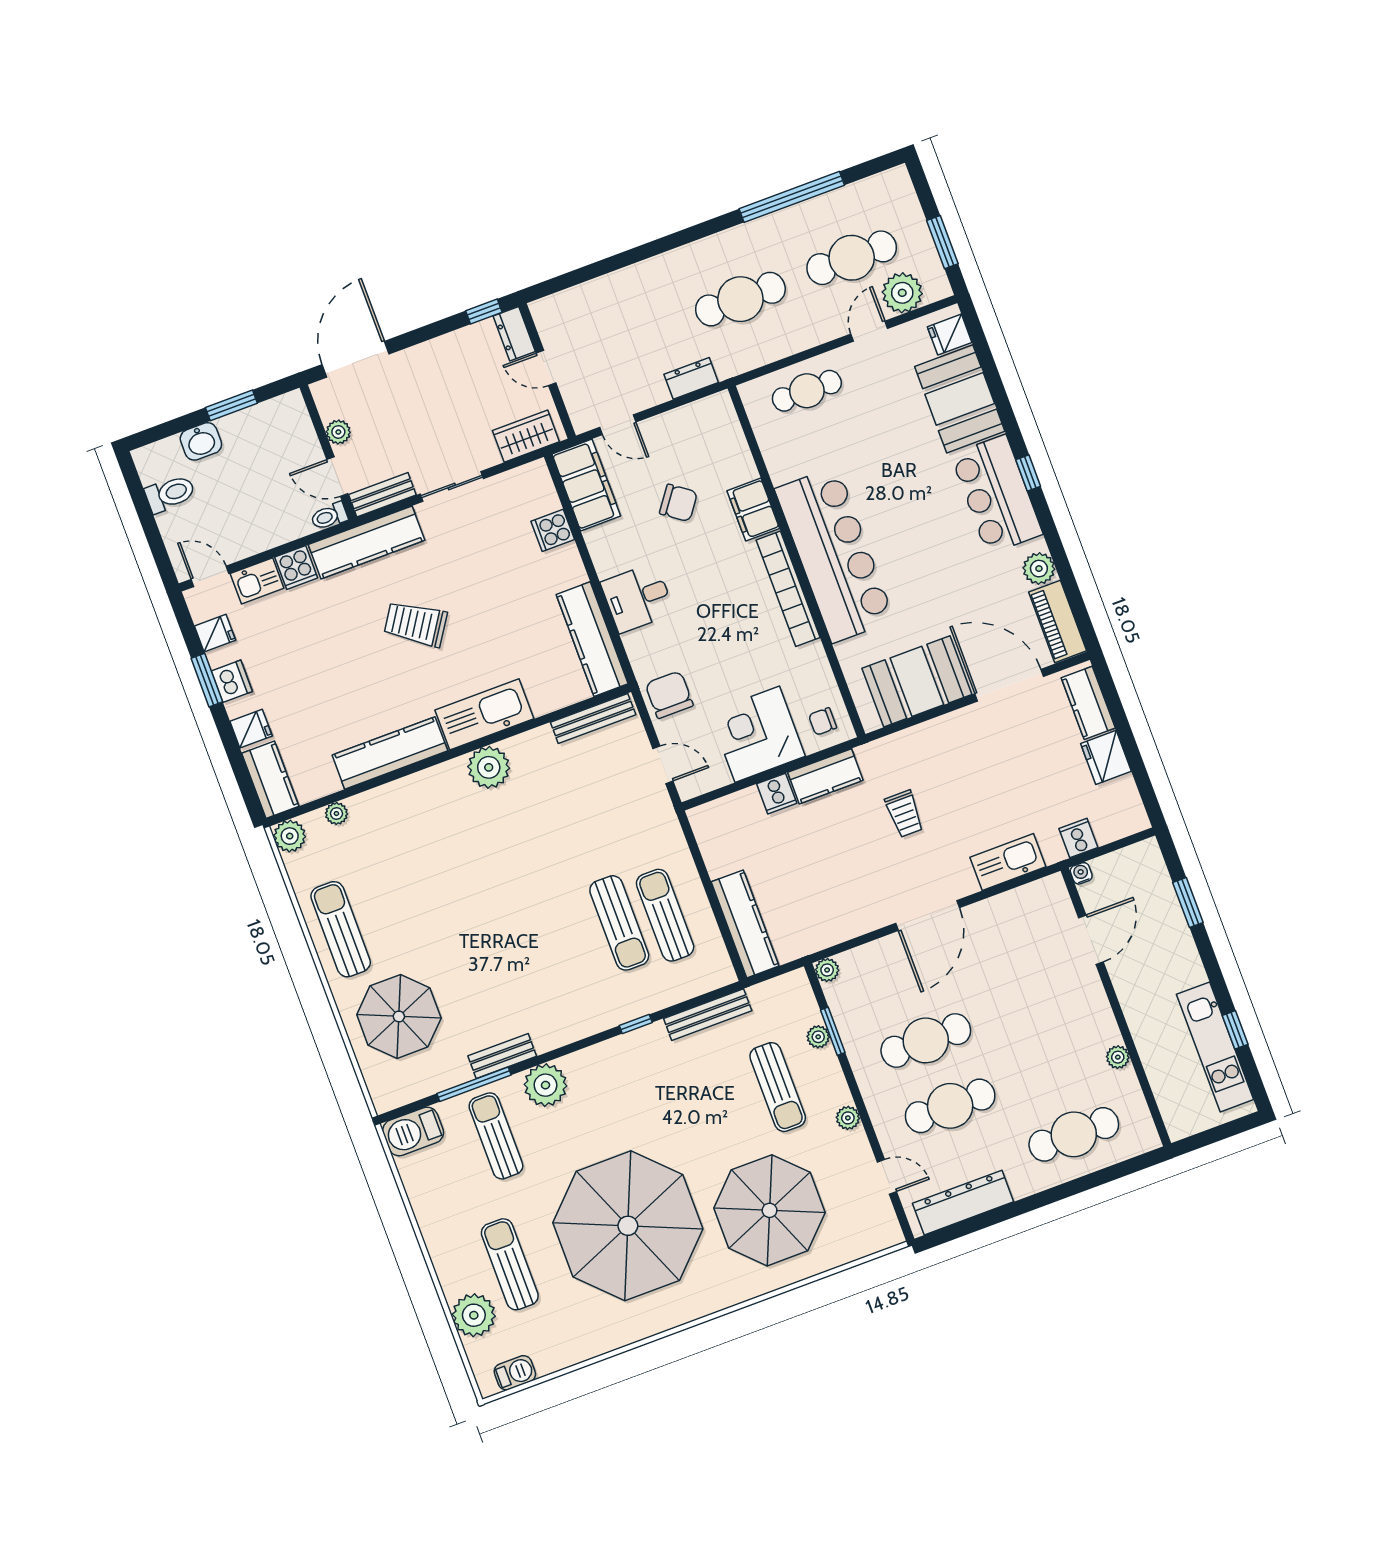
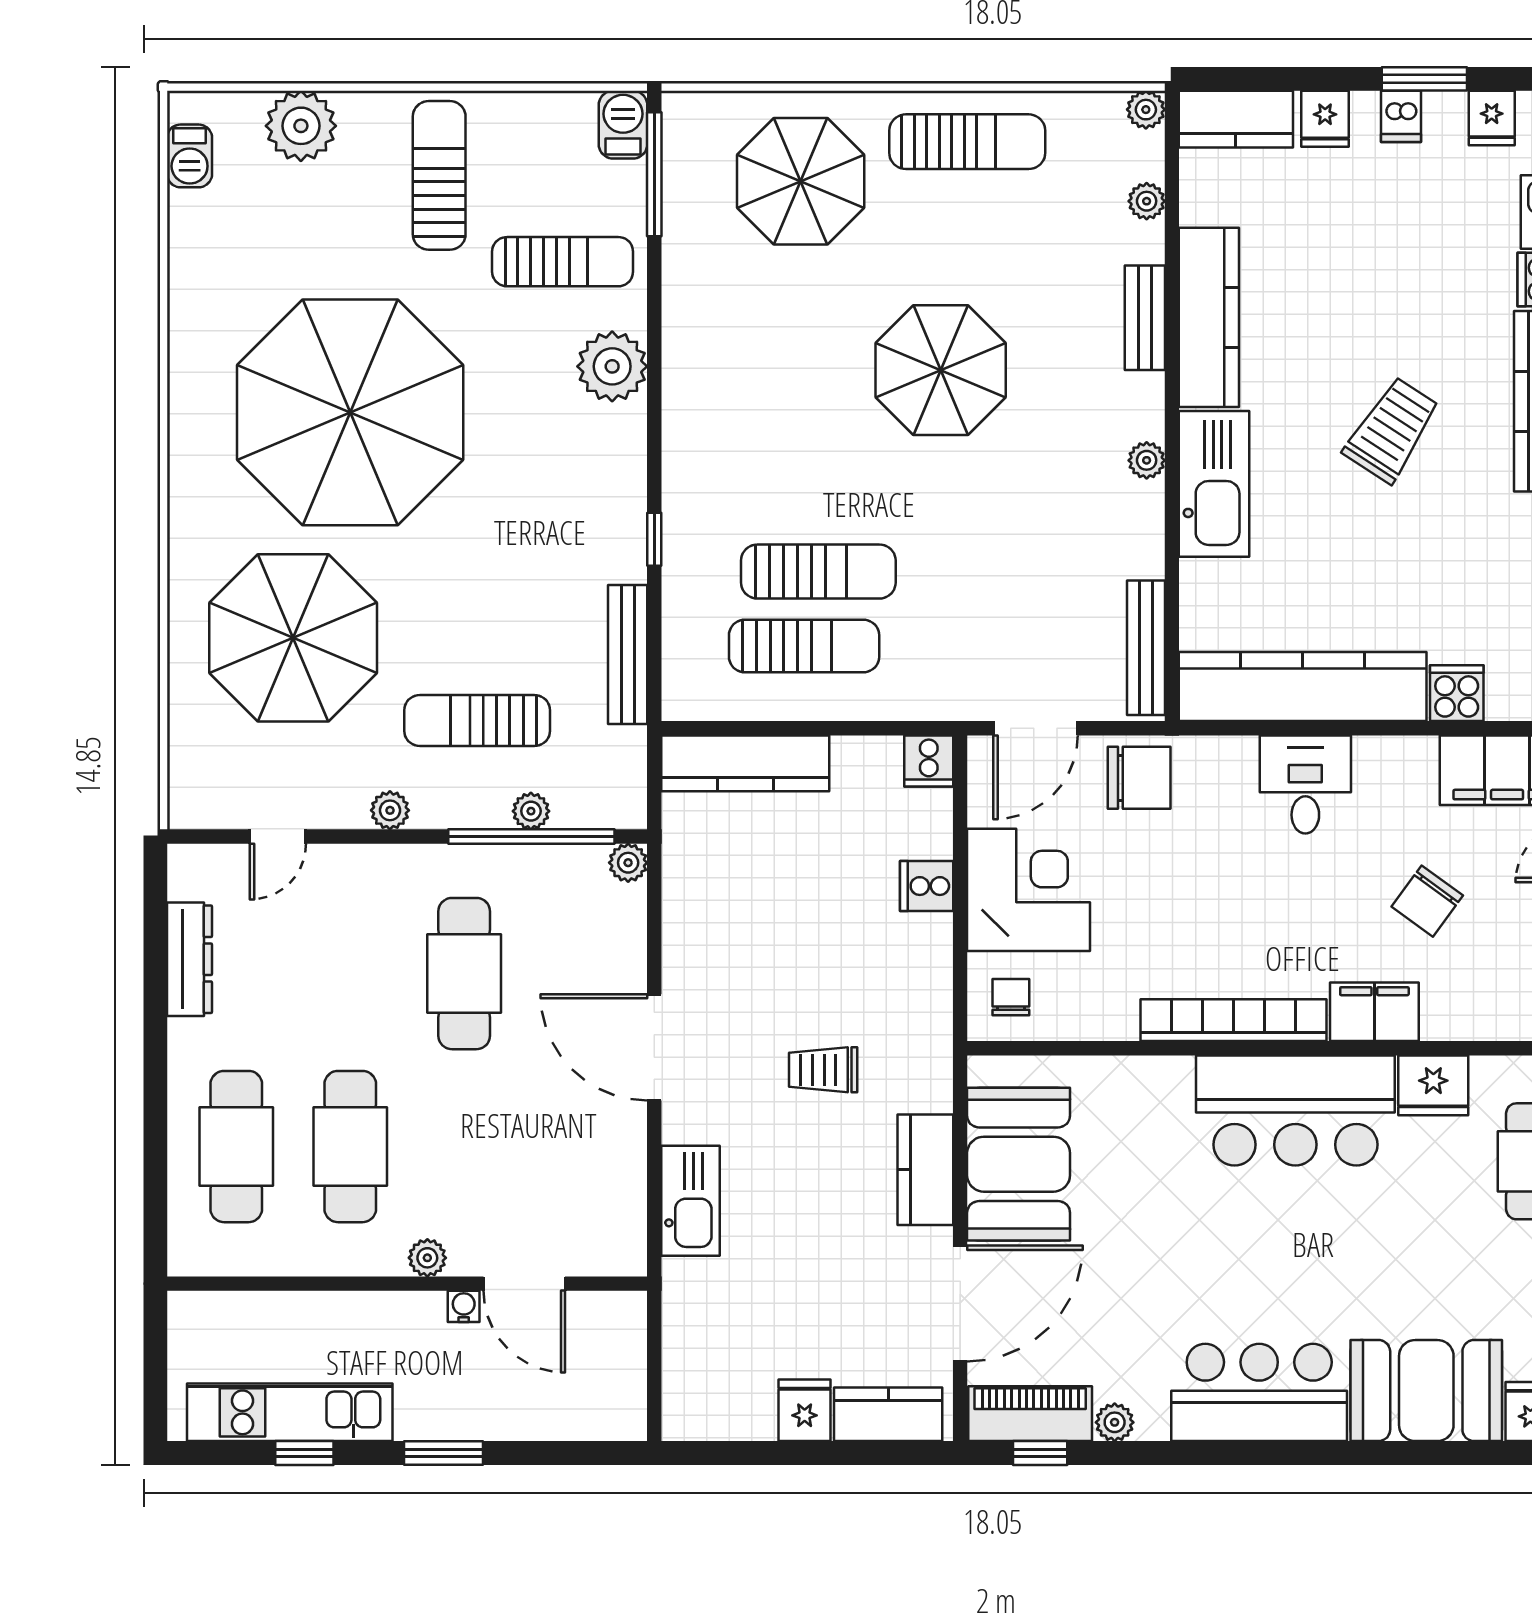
fridge: (783, 460) -> (1433, 1085), added
window: (1028, 473) -> (1040, 1453), moved
bar counter: (835, 555) -> (1295, 1111), width x0.73
plant: (1039, 569) -> (1115, 1422), width x0.73, depth x0.73
kitchen counter: (592, 639) -> (1303, 687), width x1.39, depth x1.17
dishwasher: (232, 681) -> (1401, 116), width x0.73
fridge: (1106, 757) -> (805, 1410), width x0.72
door: (663, 765) -> (1036, 728), width x1.38
plant: (489, 767) -> (1147, 460), width x0.53, depth x0.53
kitchen counter: (825, 776) -> (925, 1170), moved
plant: (290, 836) -> (1146, 110), width x0.73, depth x0.73
cooker: (1078, 838) -> (929, 761), moved, turned 90
water cooler: (1081, 873) -> (464, 1306), moved, turned -90
parasol: (477, 896) -> (941, 370), added
window: (1188, 902) -> (444, 1453), moved
sun lounger: (619, 923) -> (818, 572), turned 180
window: (833, 1031) -> (531, 837), width x2.11
bench: (502, 1056) -> (1145, 318), moved
plant: (1118, 1057) -> (427, 1258), moved
window: (474, 1084) -> (654, 174), moved
cafe table: (950, 1106) -> (350, 1147), moved
barbecue: (413, 1131) -> (623, 125), width x0.73, depth x0.79
dresser: (963, 1203) -> (189, 959), width x0.73, depth x0.80
sun lounger: (510, 1264) -> (439, 175), moved, turned -90

